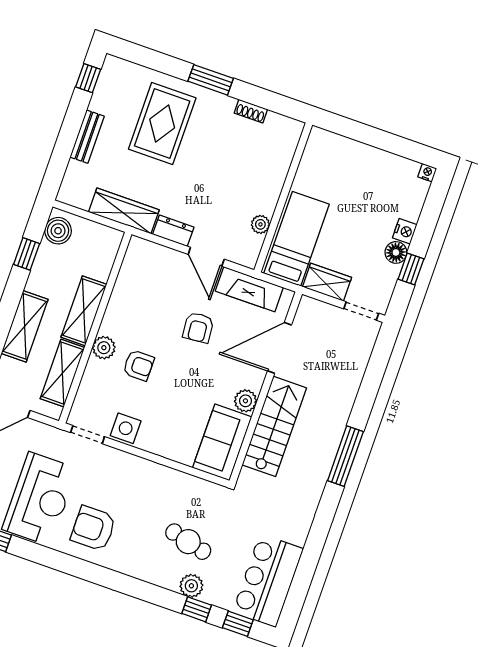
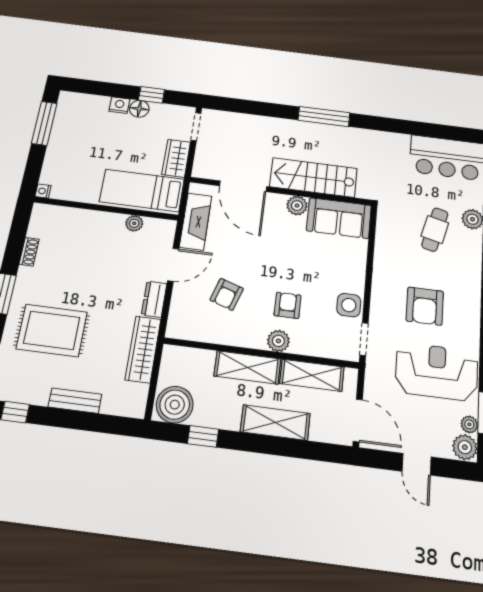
window: (398, 146) -> (44, 123), added
nightstand: (427, 173) -> (43, 191), moved
boiler: (58, 231) -> (175, 405), width x1.37, depth x1.37
armchair: (198, 328) -> (227, 294), moved, turned 113
armchair: (93, 528) -> (425, 306), moved

